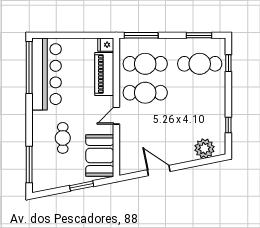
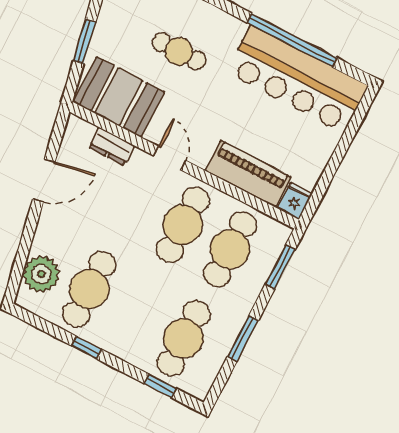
window: (141, 35) -> (280, 267), width x0.69
window: (199, 35) -> (243, 339), moved
window: (29, 67) -> (292, 40), moved
cafe table: (200, 122) -> (89, 289), added
window: (228, 125) -> (87, 348), moved
dresser: (125, 147) -> (112, 146), added

